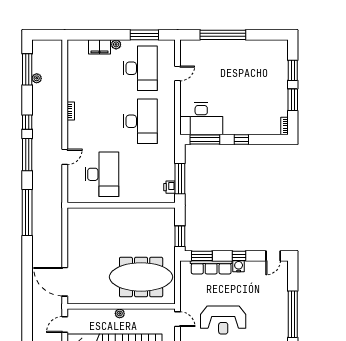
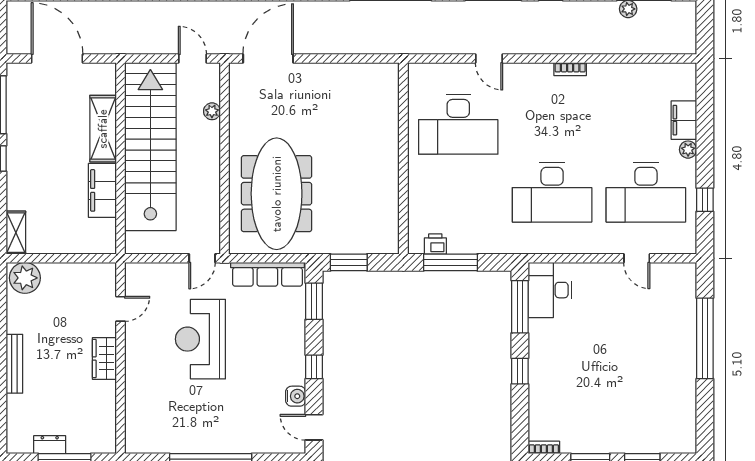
window: (144, 35) -> (705, 200), width x0.46
desk: (201, 119) -> (550, 290), width x0.73, depth x0.77
water cooler: (239, 266) -> (296, 396), moved
row of seats: (211, 267) -> (267, 274), moved, turned -90
plant: (120, 313) -> (212, 111), moved

